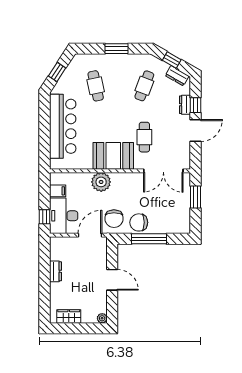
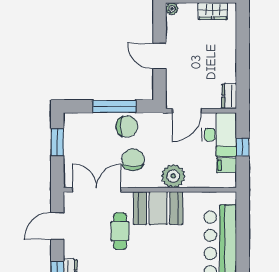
door: (196, 130) -> (57, 226), moved
window: (196, 197) -> (57, 142), moved
window: (45, 217) -> (243, 147), moved
chair: (114, 219) -> (133, 160), moved
dresser: (55, 271) -> (229, 96), moved

